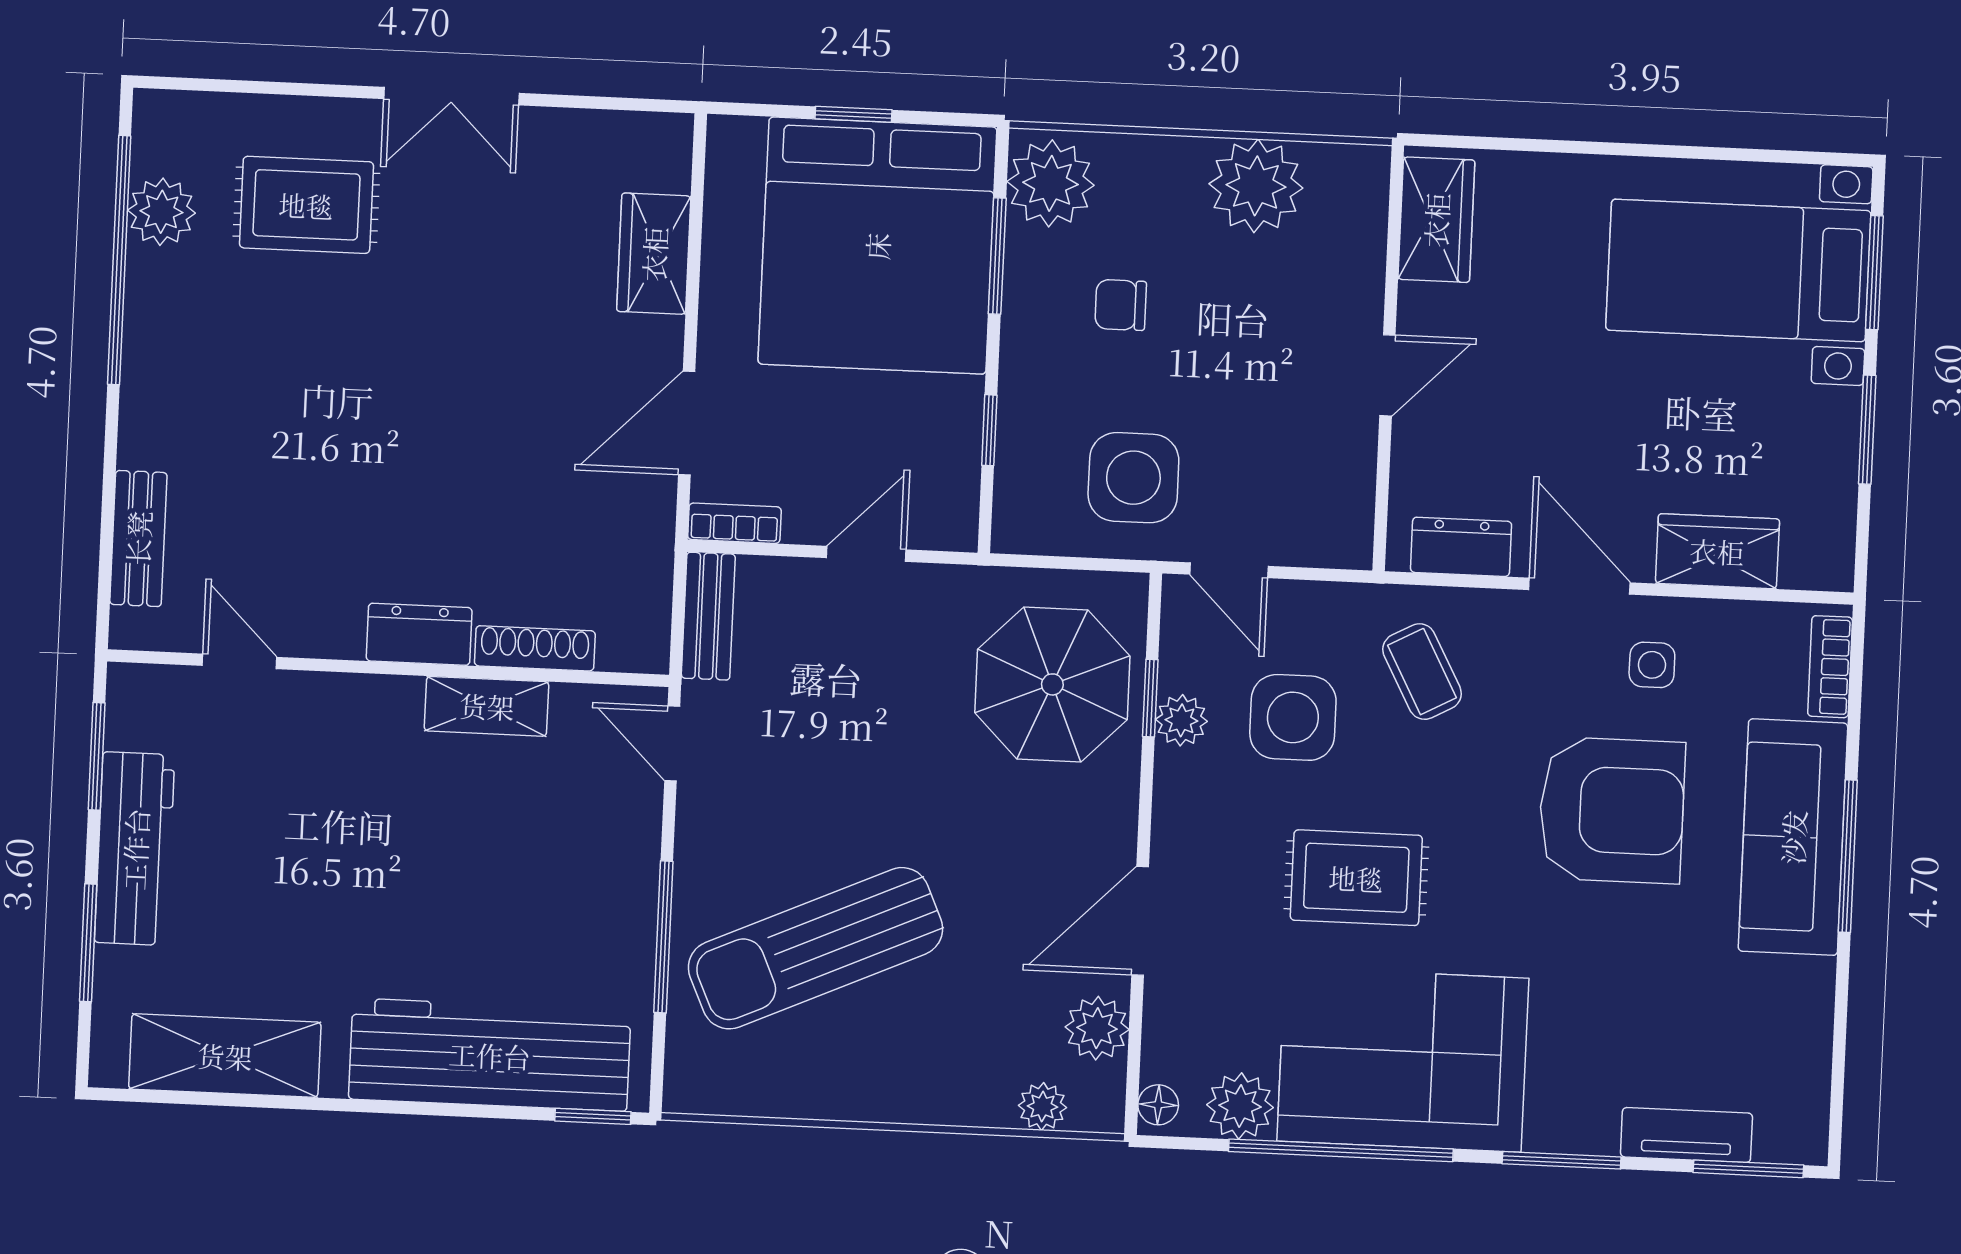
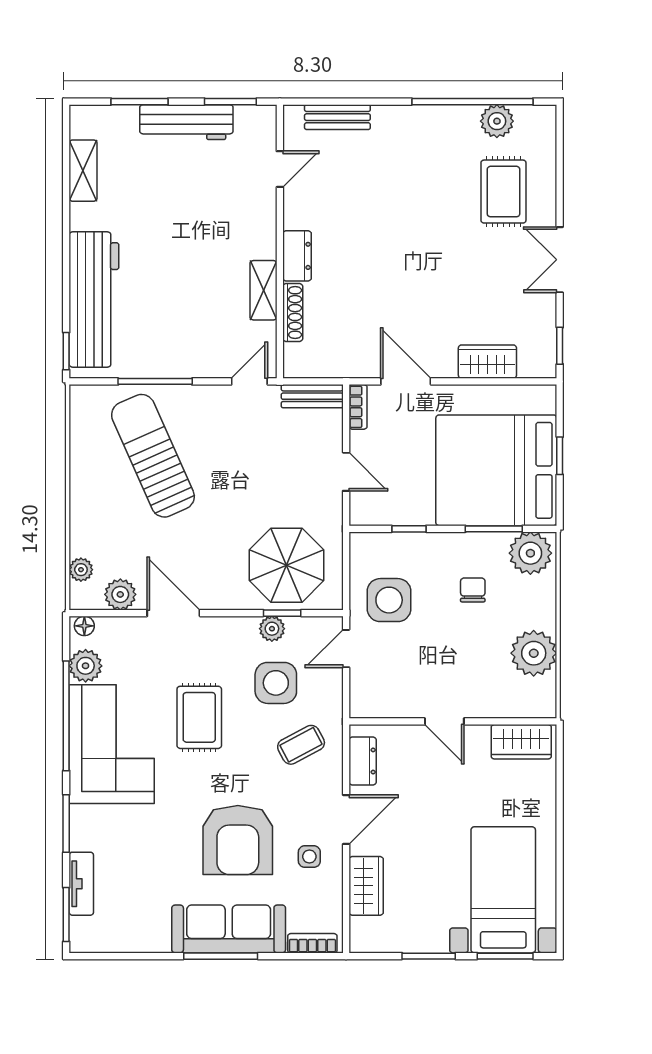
window: (628, 104) -> (560, 346), added
shelving: (225, 1056) -> (83, 171), width x0.67, depth x0.75

